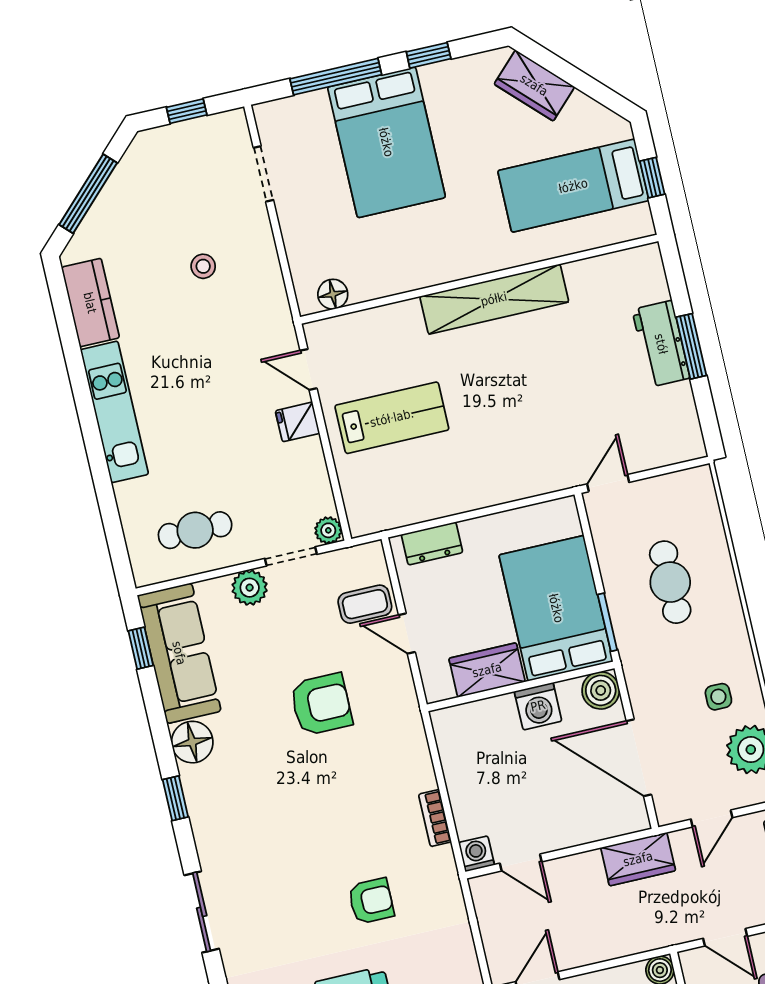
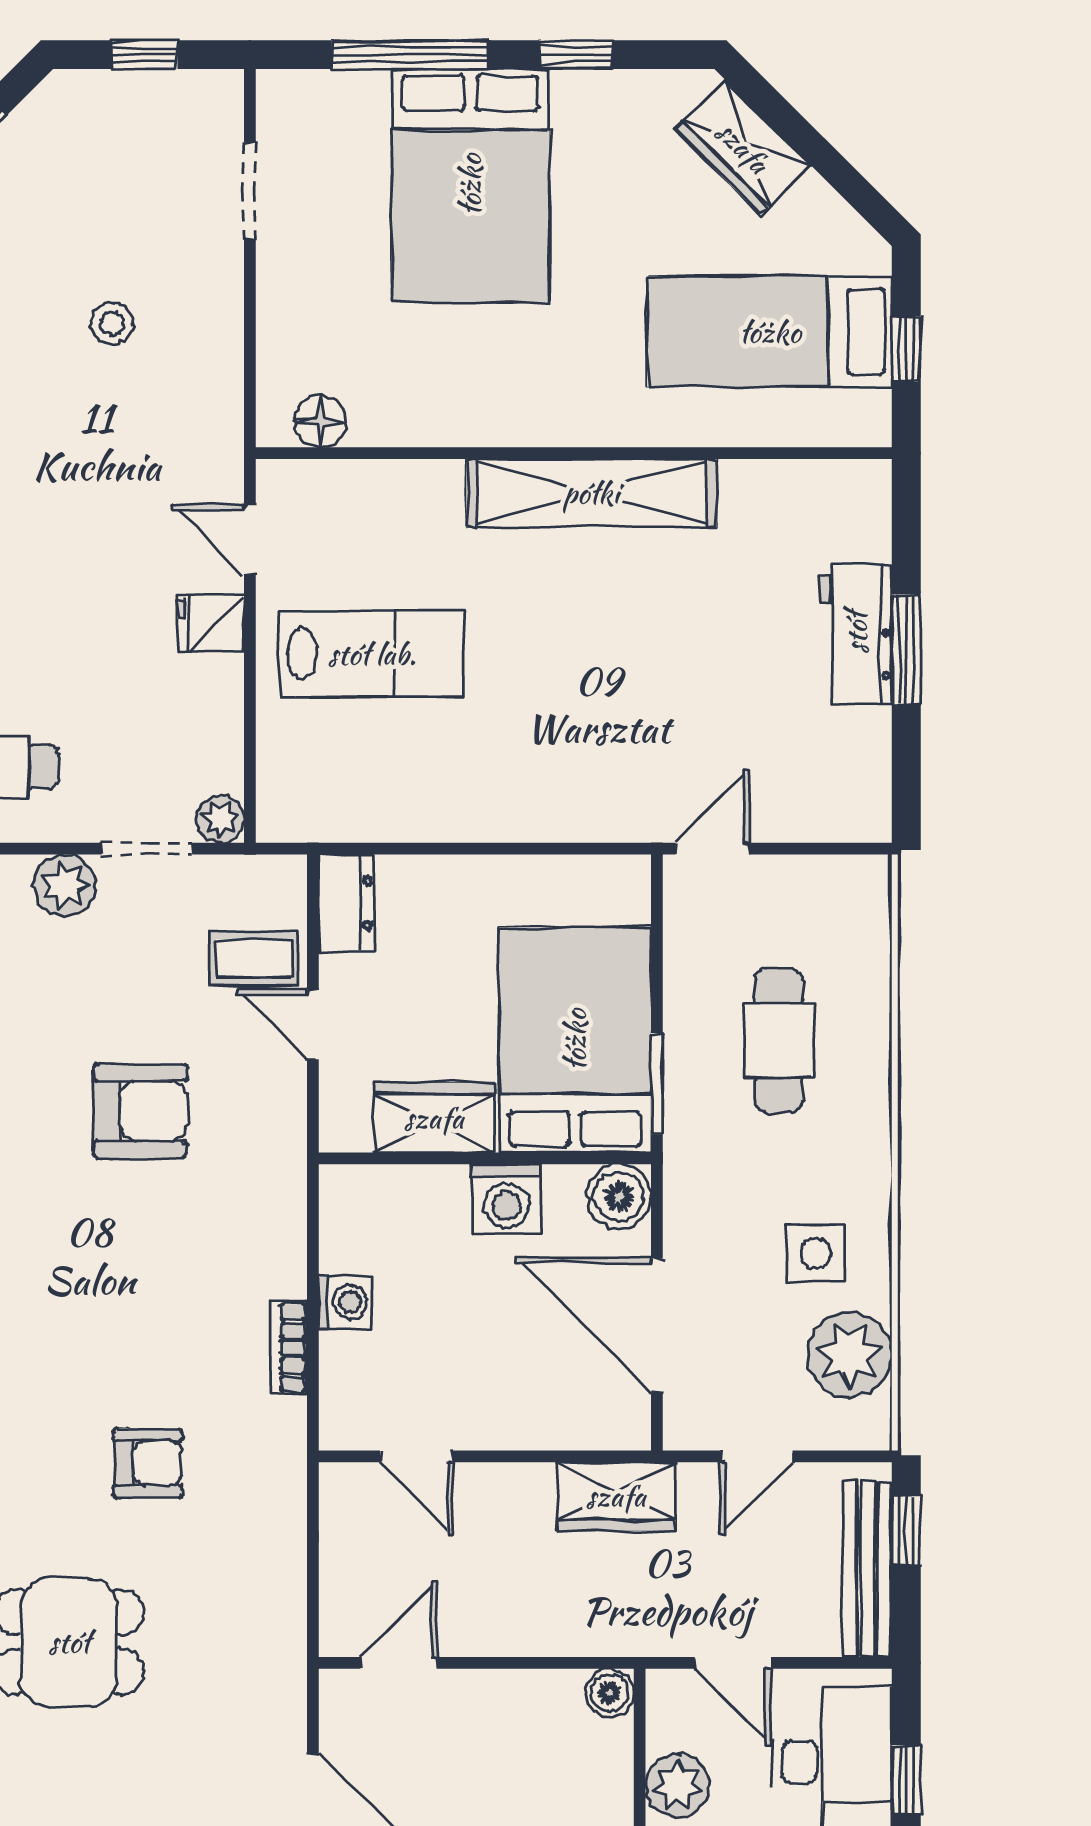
dresser: (432, 543) -> (346, 903), moved, turned -90
side table: (718, 697) -> (815, 1253), width x1.37, depth x1.37
washing machine: (477, 854) -> (345, 1302), moved, turned 90

